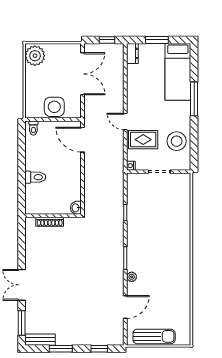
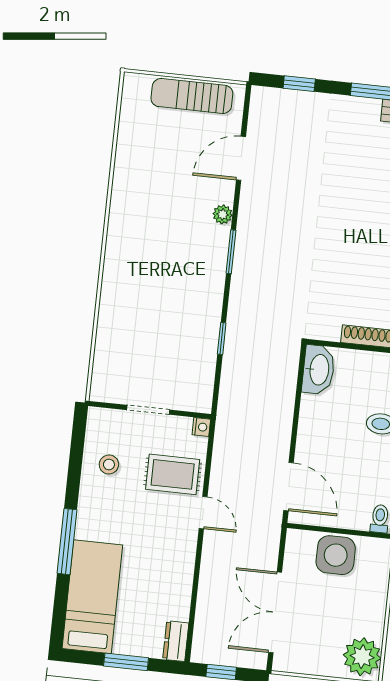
stool: (177, 141) -> (109, 464), width x0.53, depth x0.53
washbasin: (76, 208) -> (318, 370), width x1.91, depth x1.45

